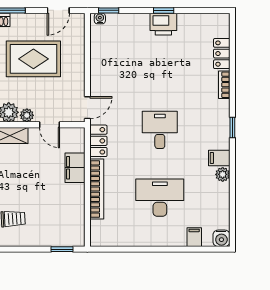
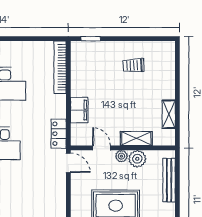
door: (87, 108) -> (68, 163), swing flipped
bookcase: (97, 189) -> (60, 67), moved

